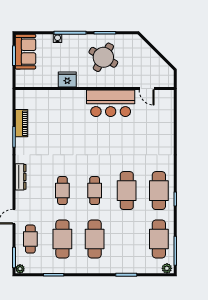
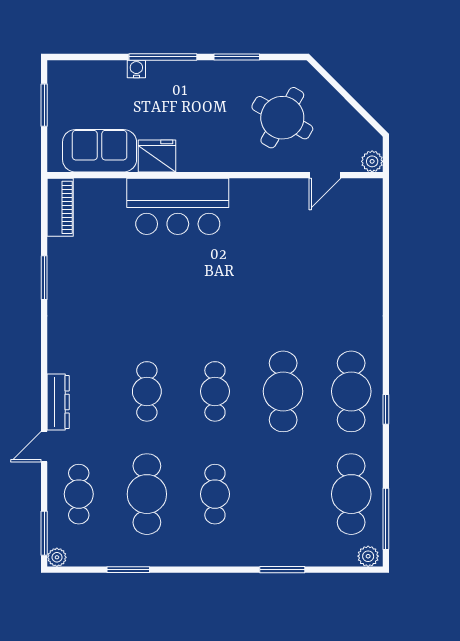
sofa: (25, 52) -> (100, 151), moved, turned -90
round table: (103, 57) -> (282, 118), moved
plant: (169, 82) -> (372, 161), added
door: (147, 89) -> (325, 175), hinge flipped
bar counter: (111, 103) -> (178, 206), moved
piano: (22, 123) -> (60, 207), moved
dresser: (21, 177) -> (58, 402), moved
cafe table: (95, 239) -> (215, 494), width x0.73, depth x0.74

